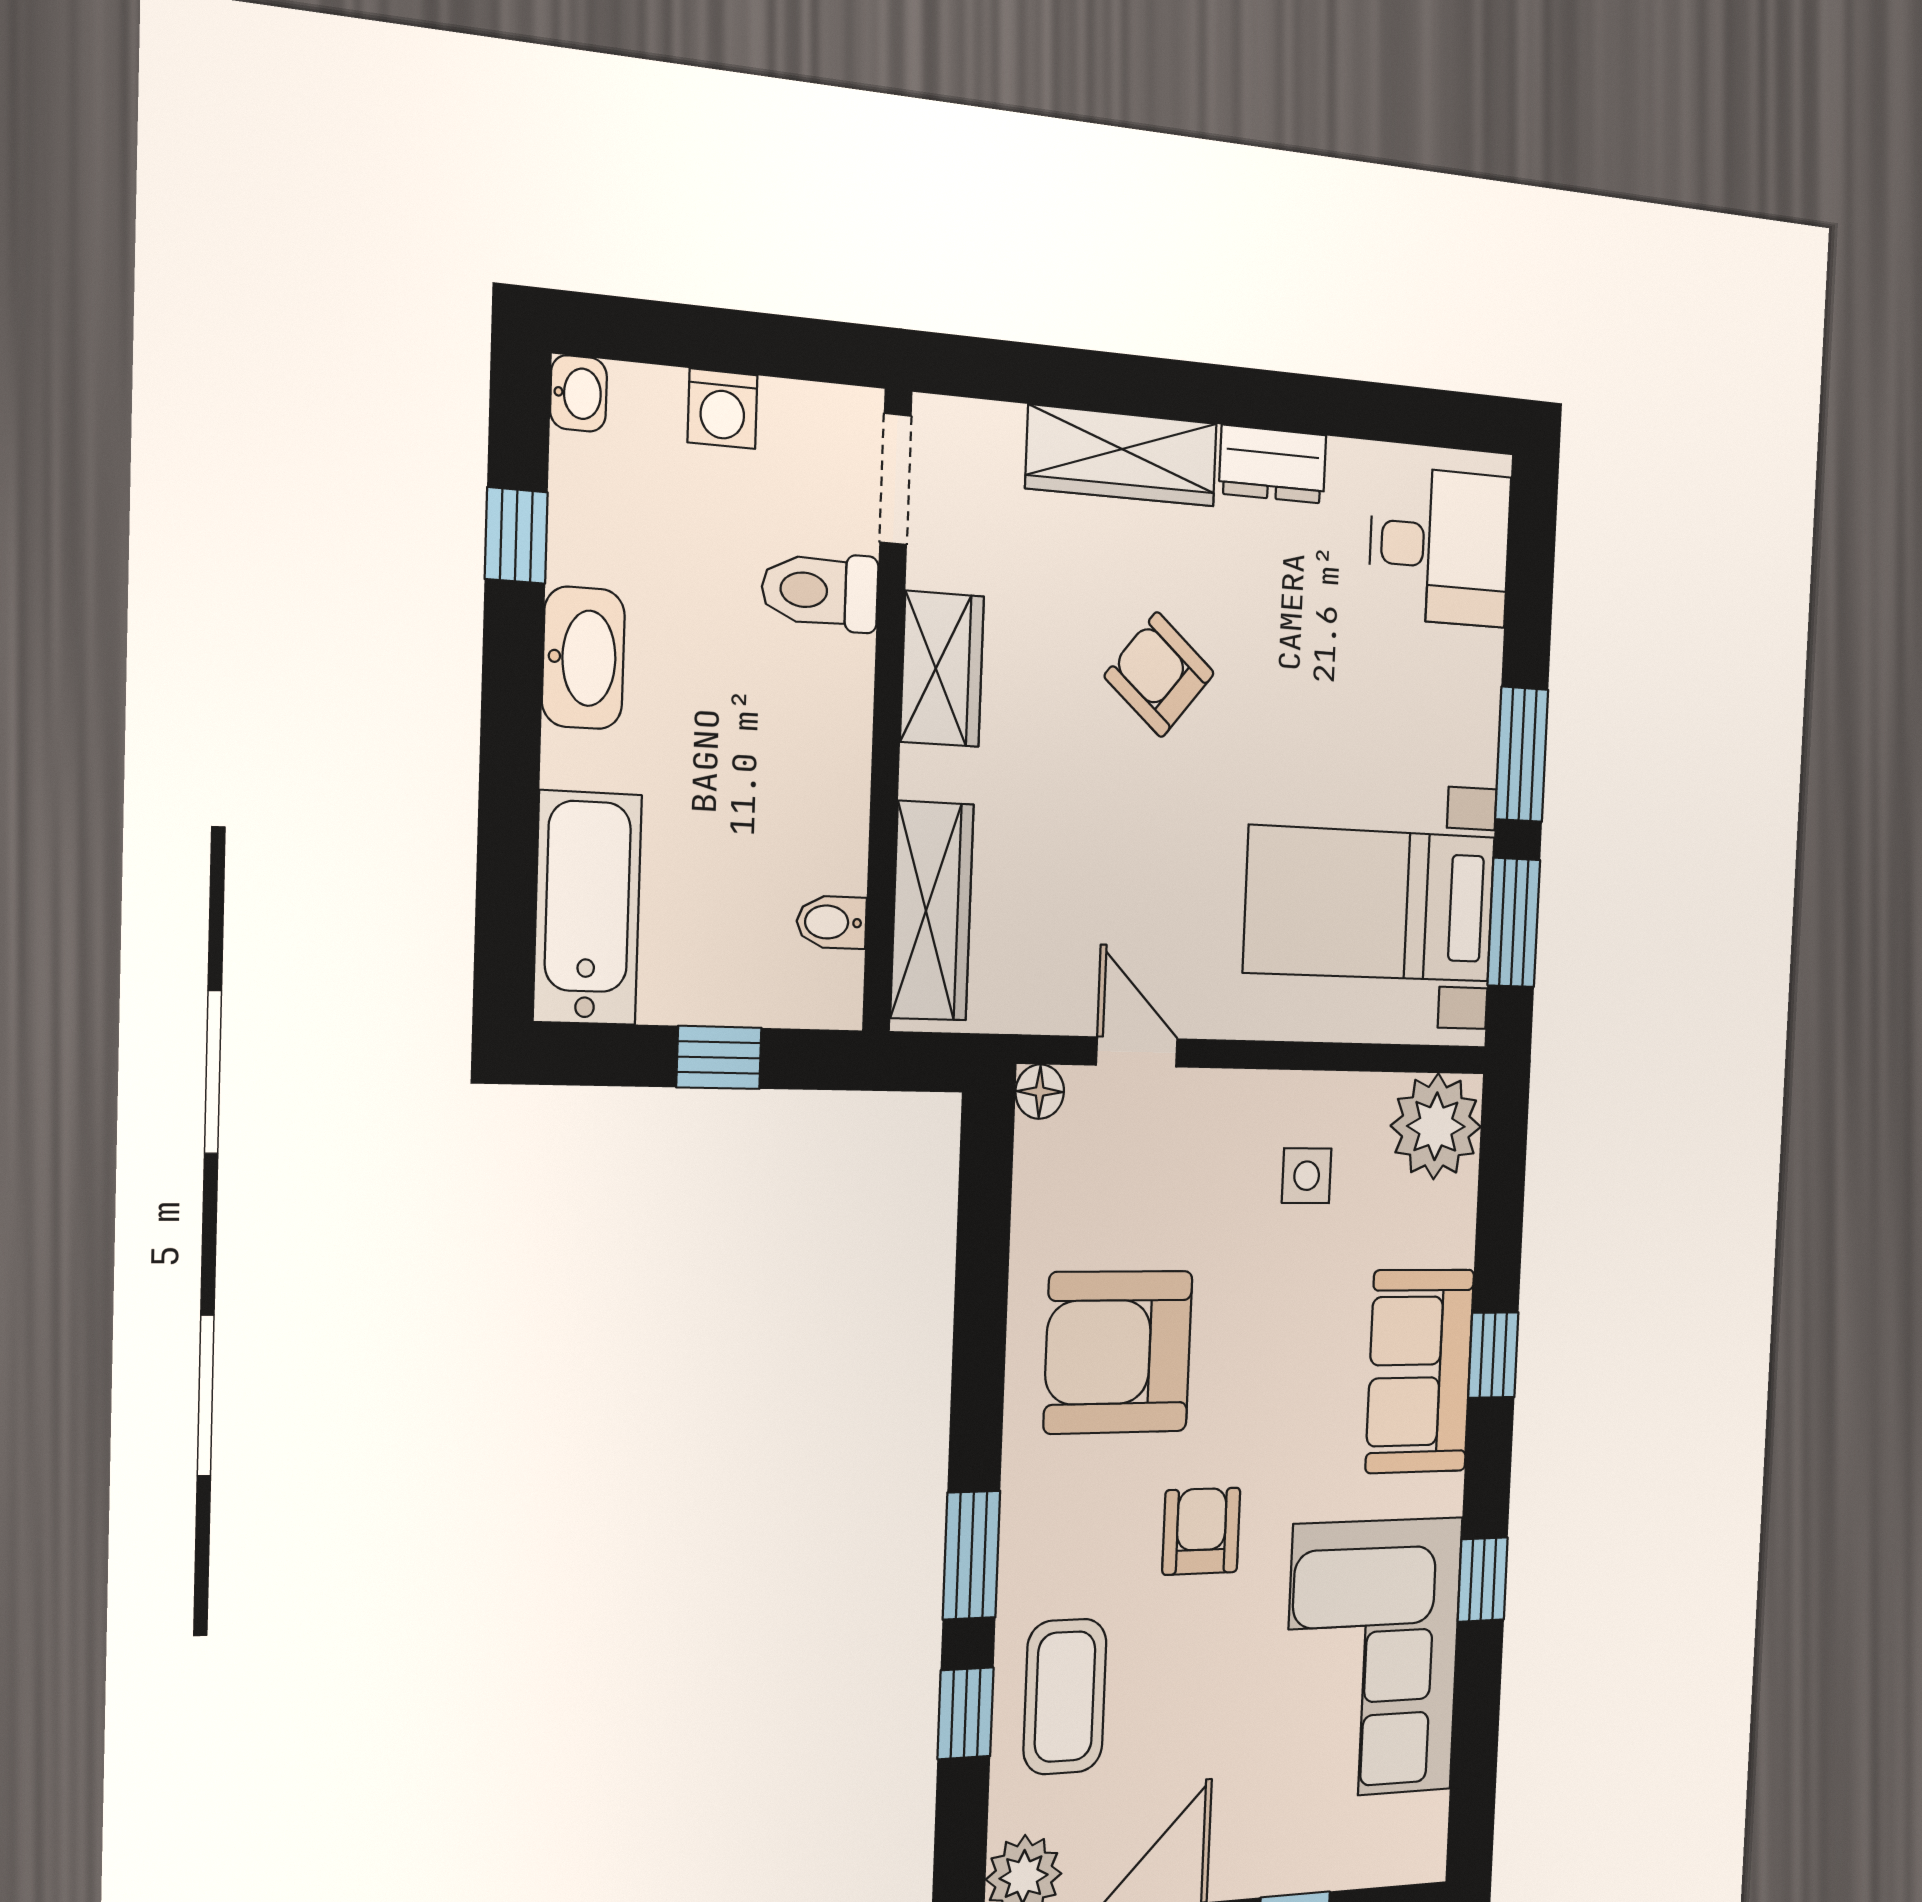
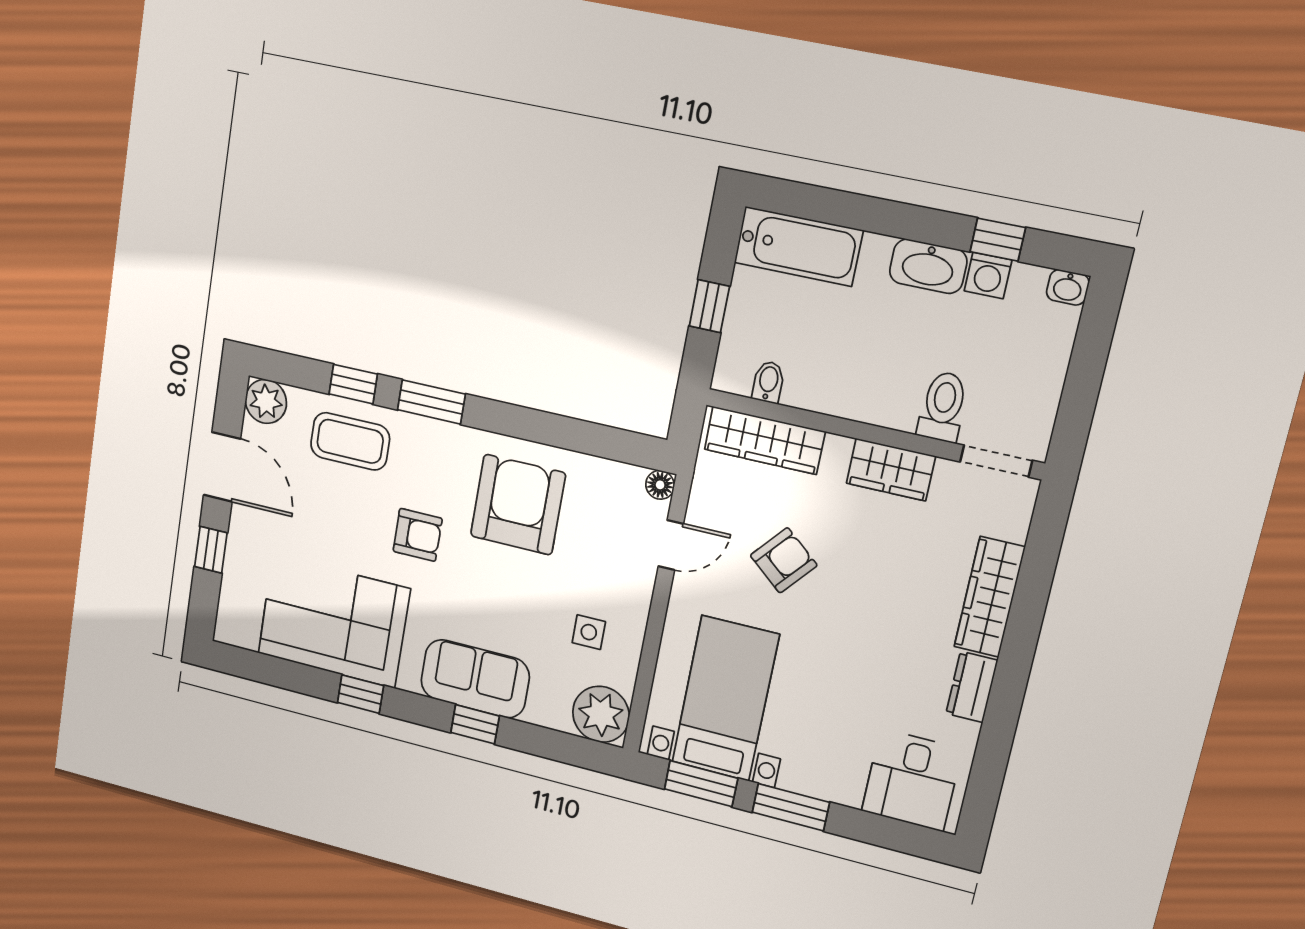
washing machine: (722, 409) -> (988, 275), moved, turned -90
armchair: (1159, 675) -> (784, 560), moved

